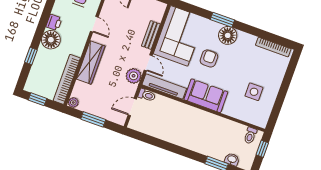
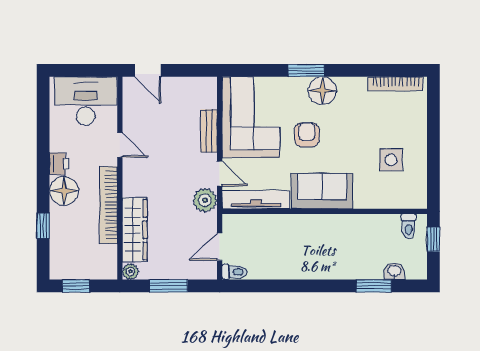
wardrobe: (91, 63) -> (135, 230), moved
bookcase: (67, 79) -> (108, 205), moved
toilet: (147, 95) -> (235, 272), moved

